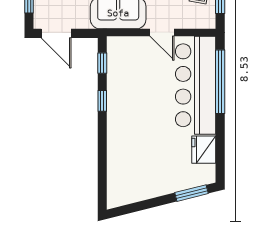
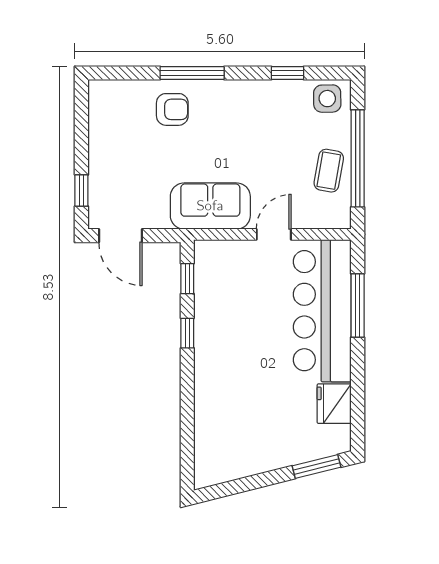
door: (162, 33) -> (274, 234), swing flipped
window: (220, 82) -> (358, 305), width x0.68

